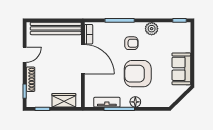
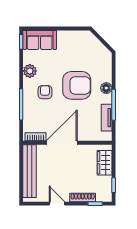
sofa: (181, 69) -> (40, 40), moved
armchair: (138, 74) -> (77, 85), turned -90

